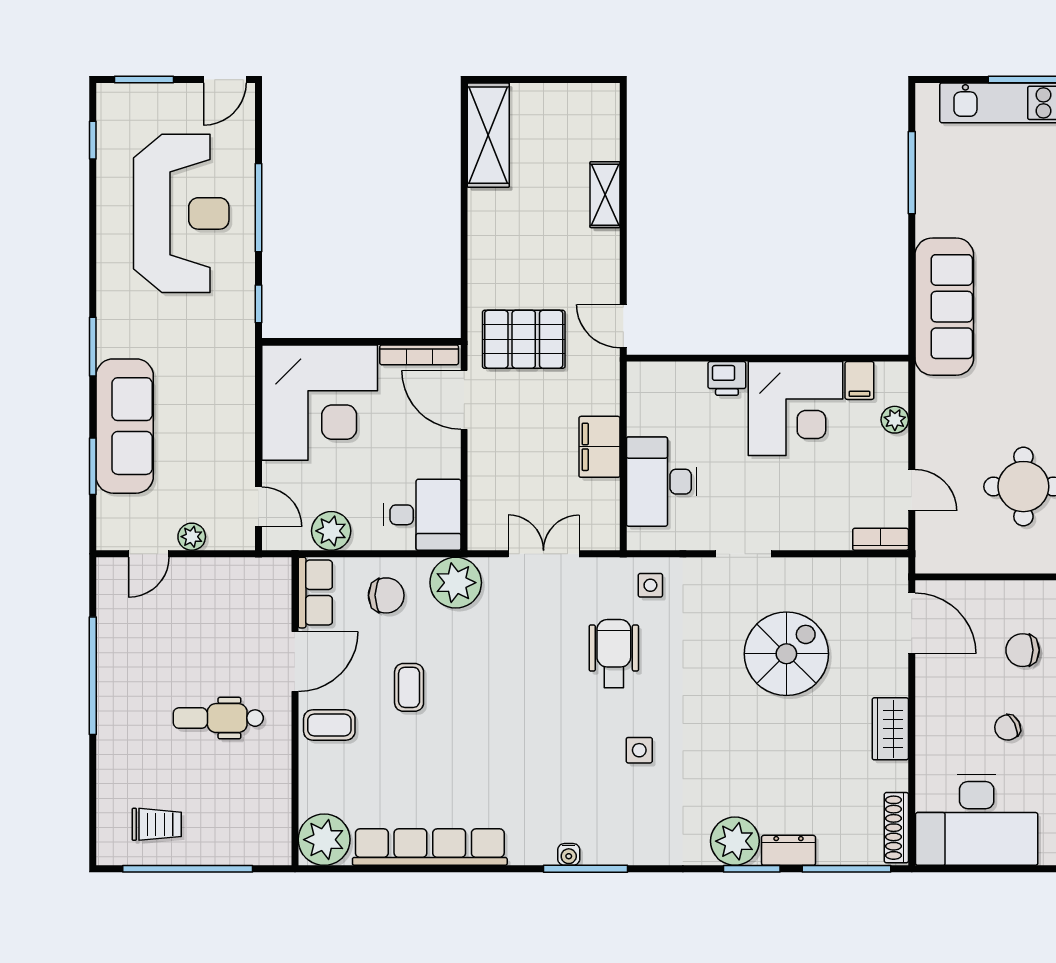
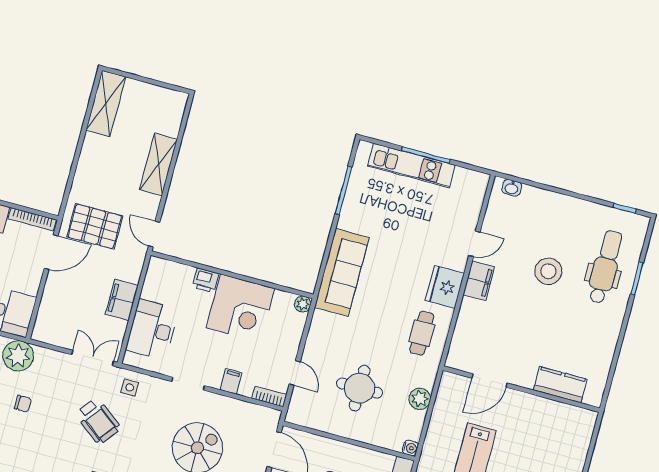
shelving: (605, 195) -> (158, 165), width x1.50, depth x1.33
filing cabinet: (859, 380) -> (231, 381), moved, turned 180
door: (464, 400) -> (51, 252), swing flipped
plant: (895, 420) -> (303, 304), moved
double door: (544, 554) -> (93, 358), moved
wheelchair: (614, 653) -> (98, 421), turned 127
chair: (484, 658) -> (23, 404), added

